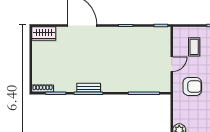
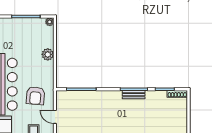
door: (172, 64) -> (55, 117), hinge flipped
armchair: (192, 86) -> (35, 96), turned -85

